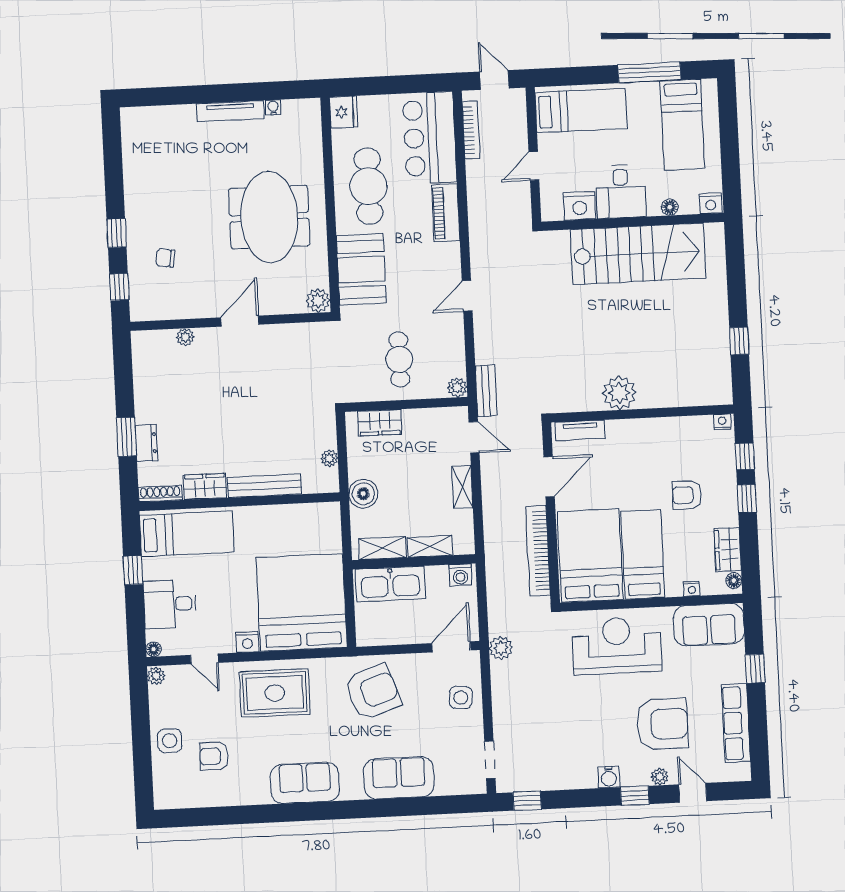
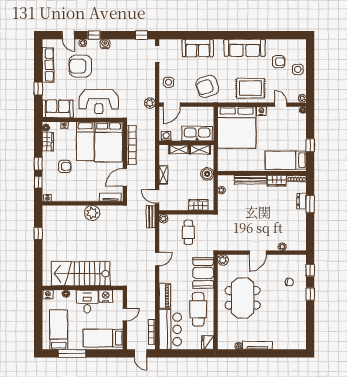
desk: (170, 604) -> (295, 130), removed
sofa: (305, 783) -> (245, 48), width x1.36

